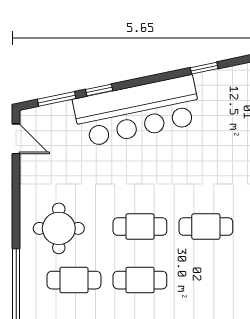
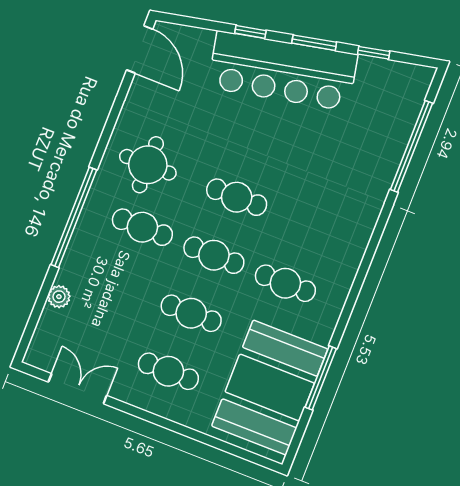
window: (57, 99) -> (314, 43), moved
door: (16, 139) -> (140, 49), width x1.38
cafe table: (206, 227) -> (285, 283), moved

